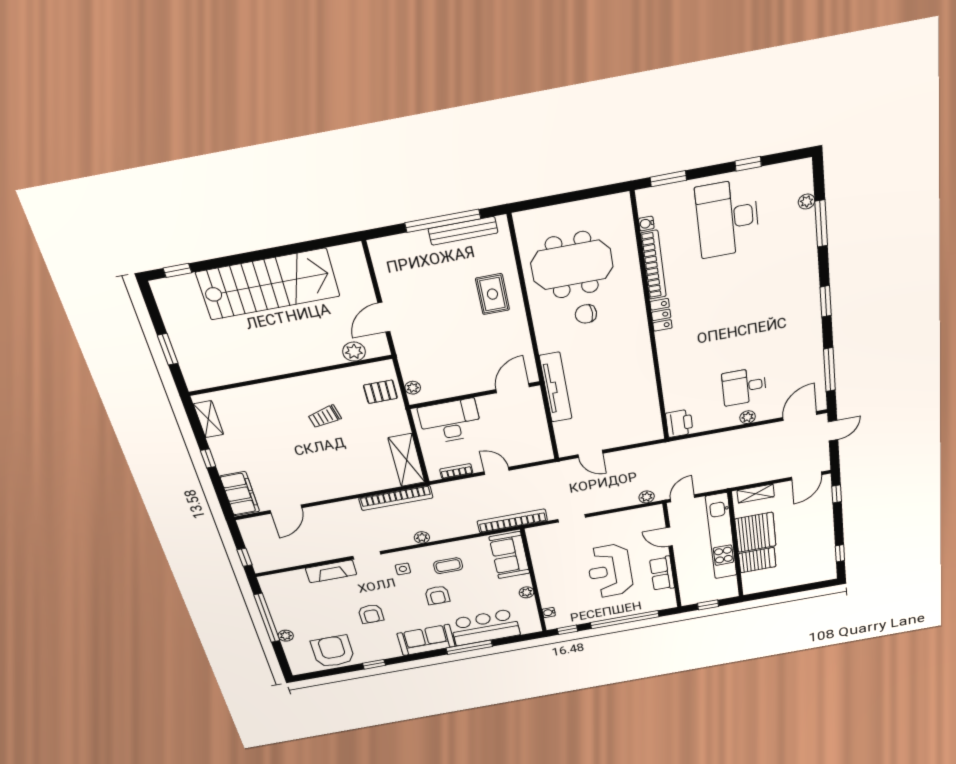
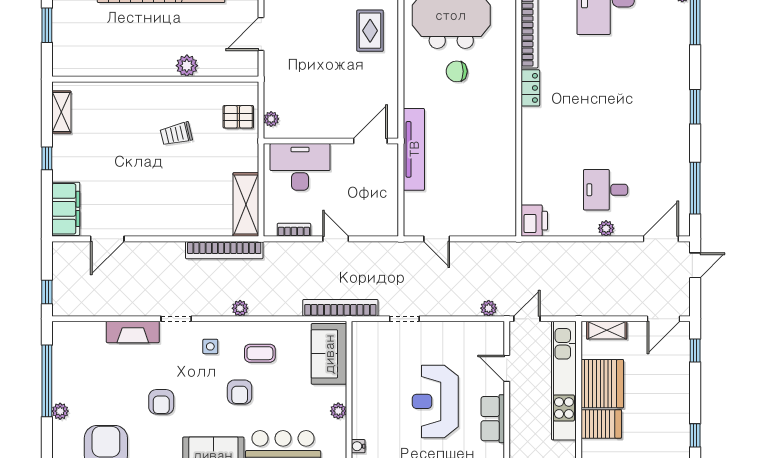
plant: (354, 352) -> (187, 66), moved

